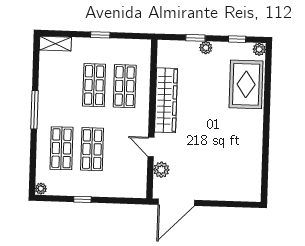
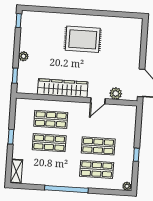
window: (195, 38) -> (15, 76), moved
window: (237, 39) -> (19, 21), moved
plant: (259, 49) -> (26, 15), removed
rug: (246, 84) -> (83, 39), moved
window: (34, 110) -> (66, 189), width x1.46

